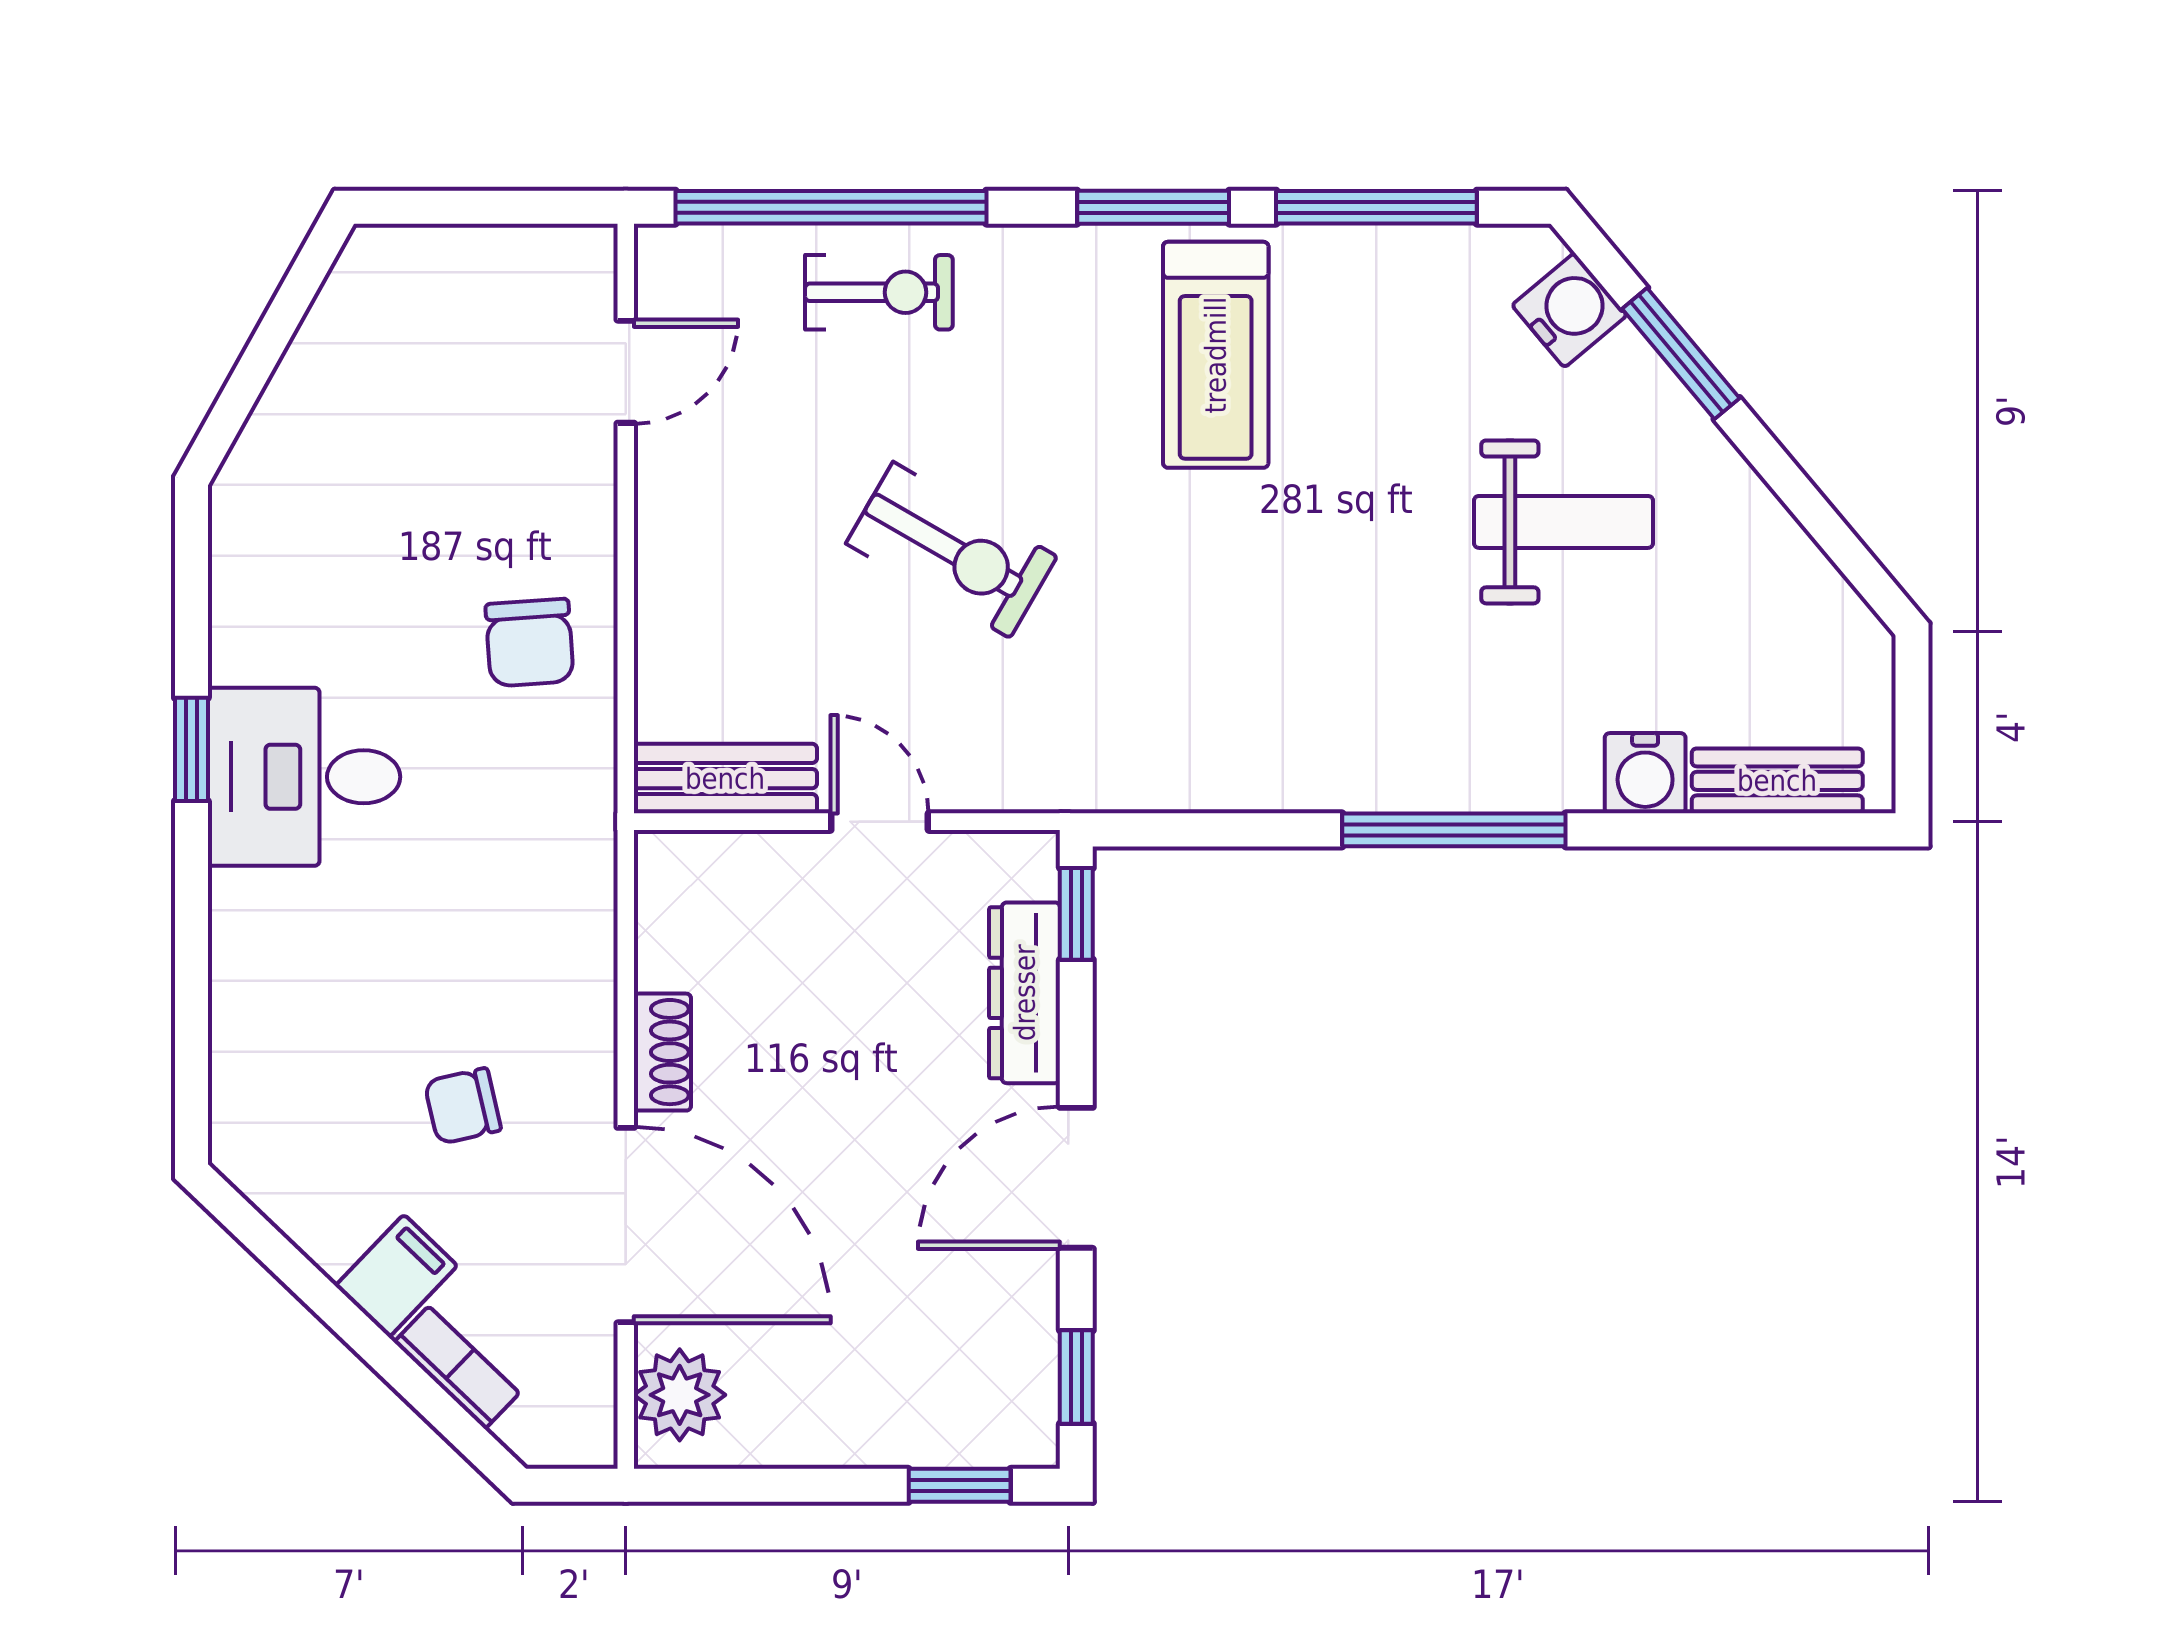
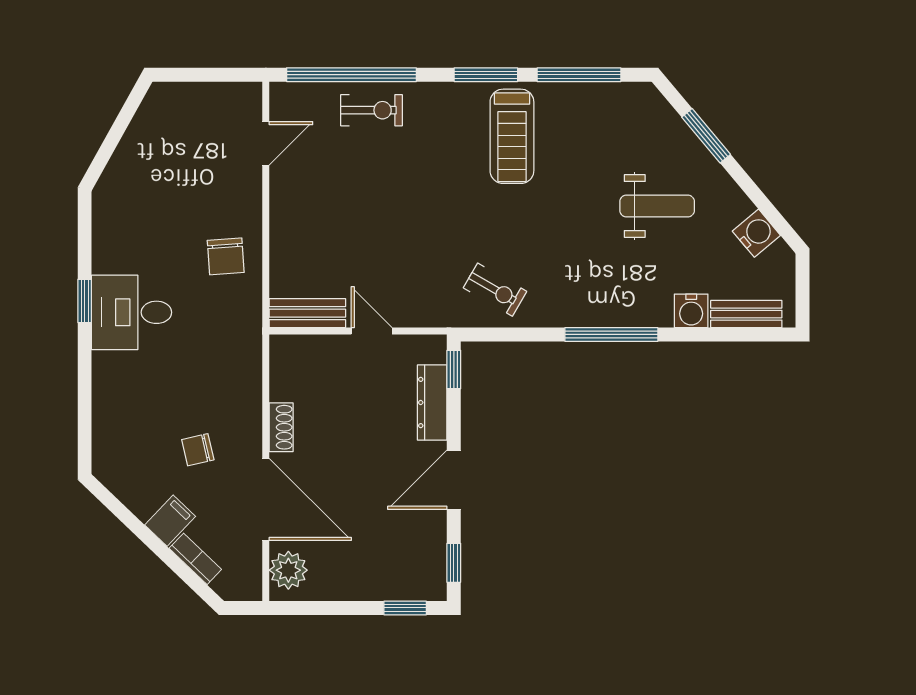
water cooler: (1569, 310) -> (756, 233), moved
exercise bike: (952, 550) -> (495, 290), moved, width x0.73, depth x0.72

